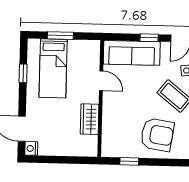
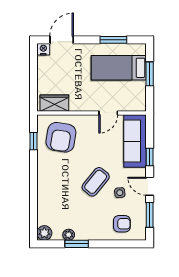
window: (23, 73) -> (113, 40), width x1.50
wardrobe: (90, 119) -> (54, 103), moved
armchair: (157, 135) -> (61, 137), moved

